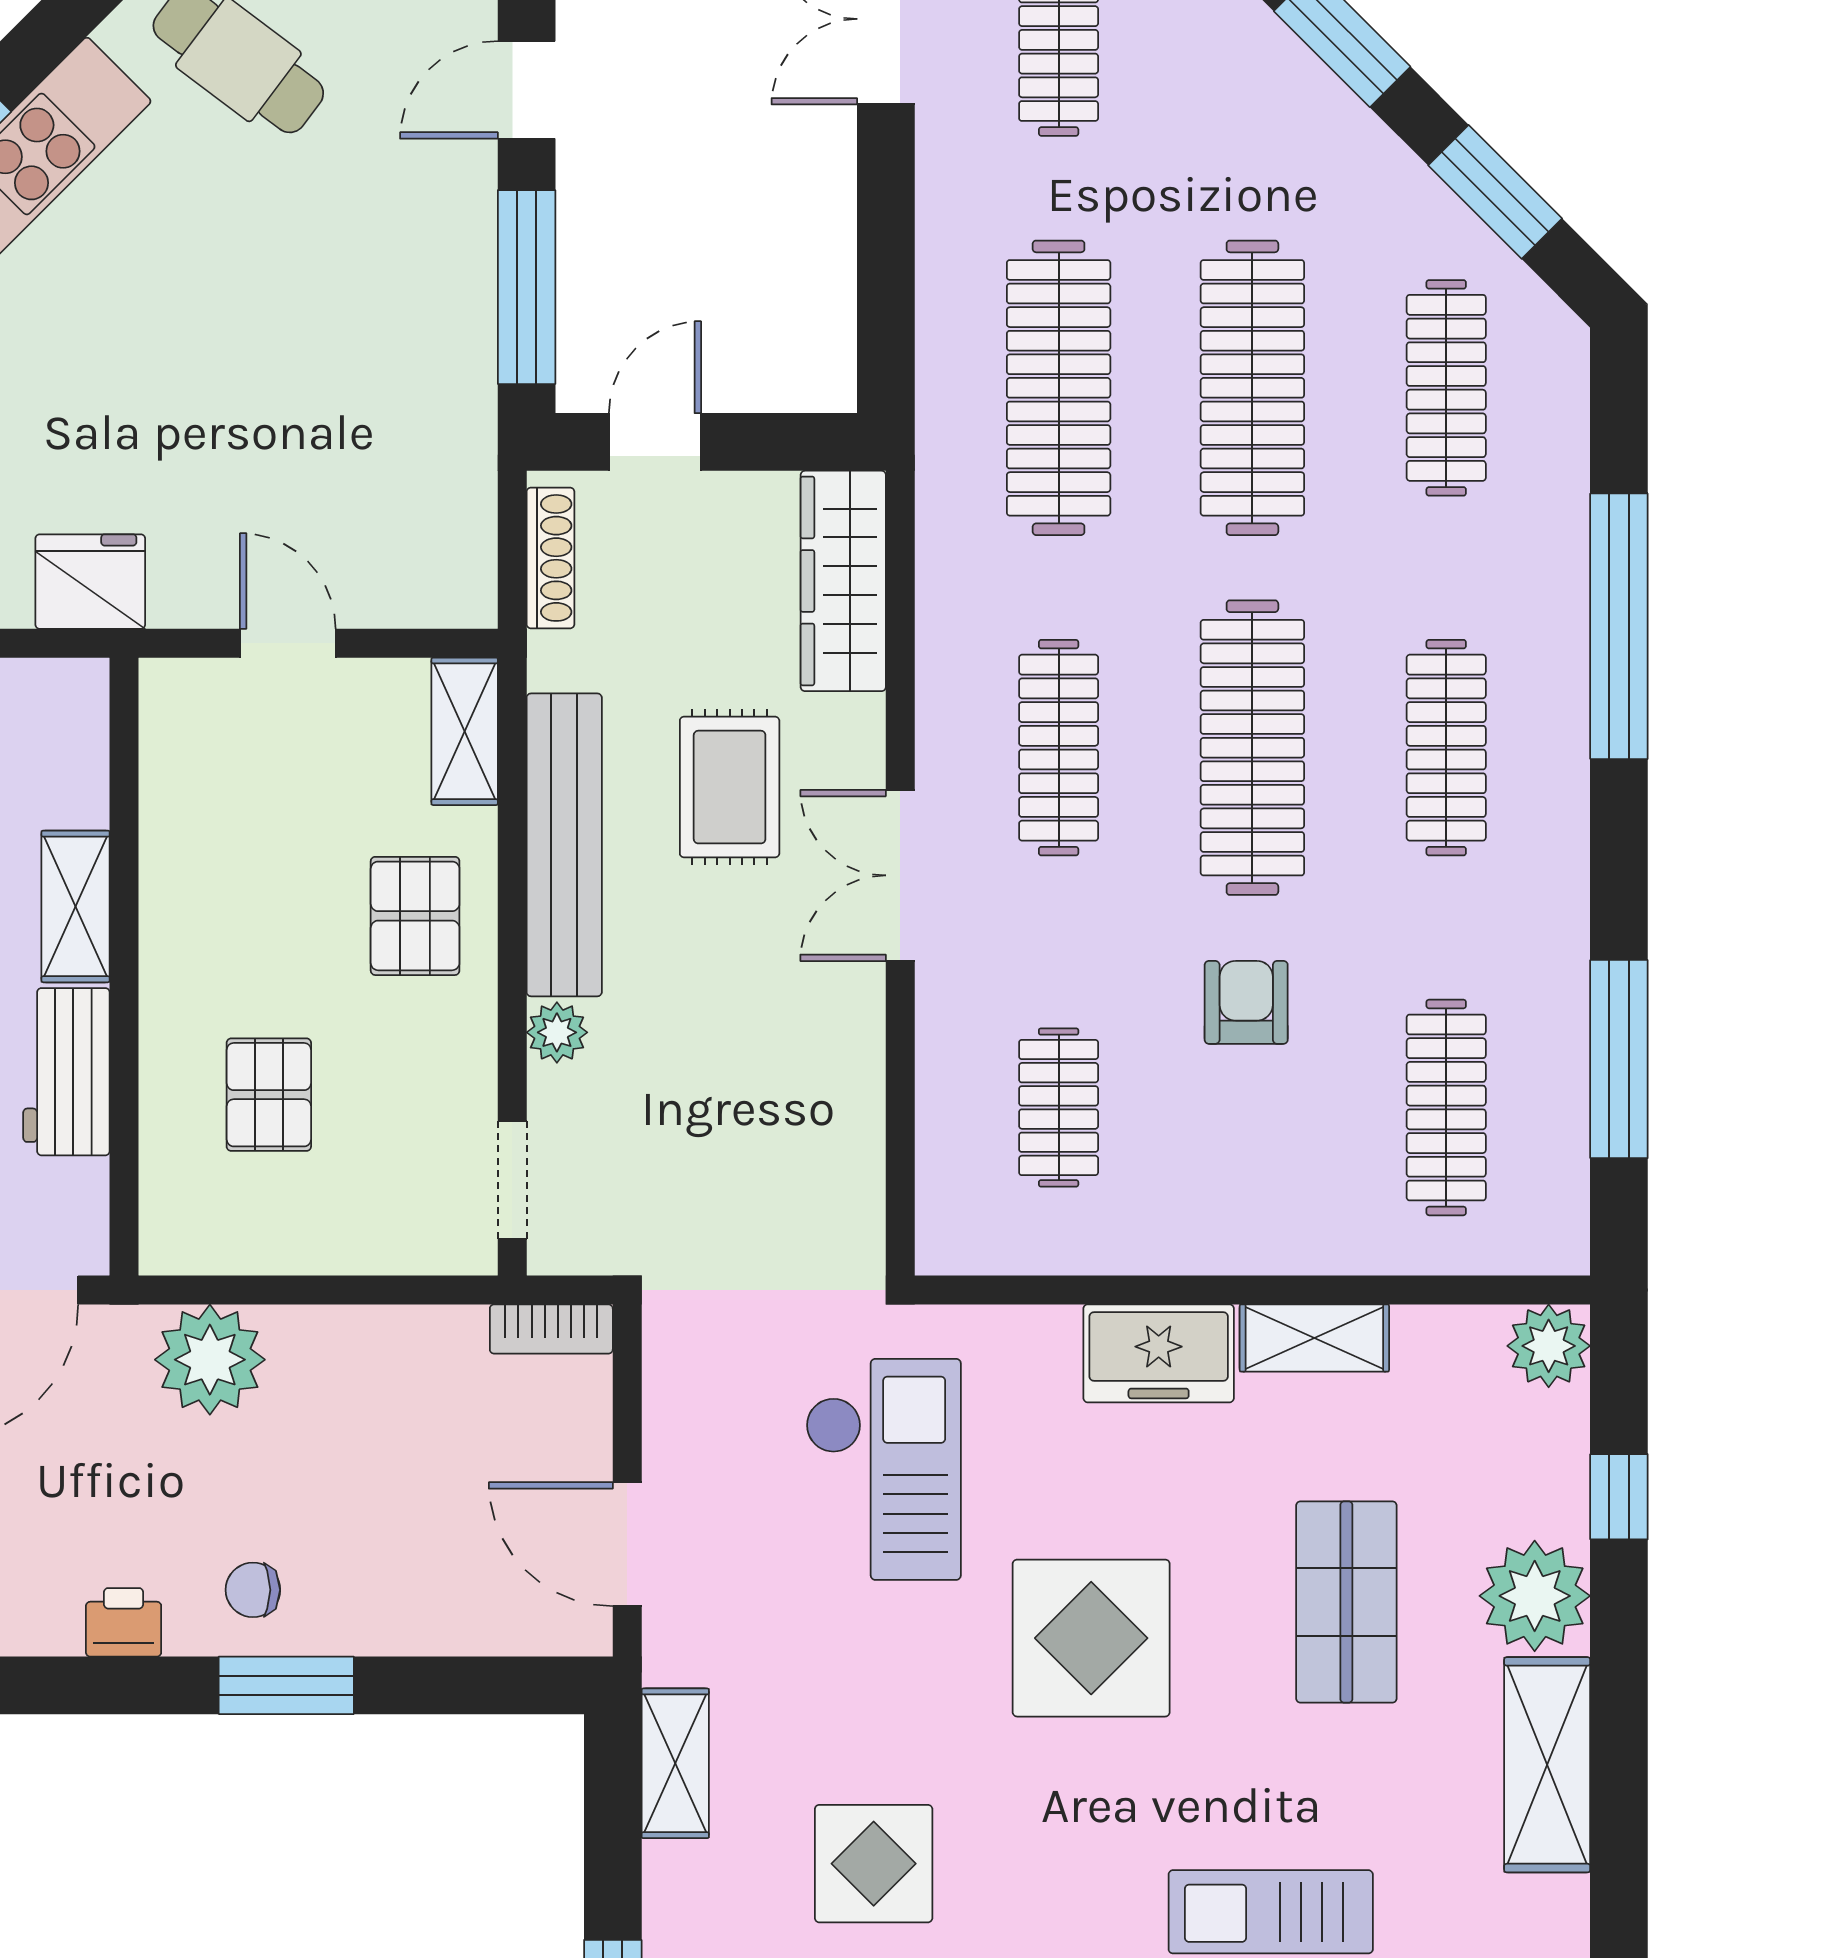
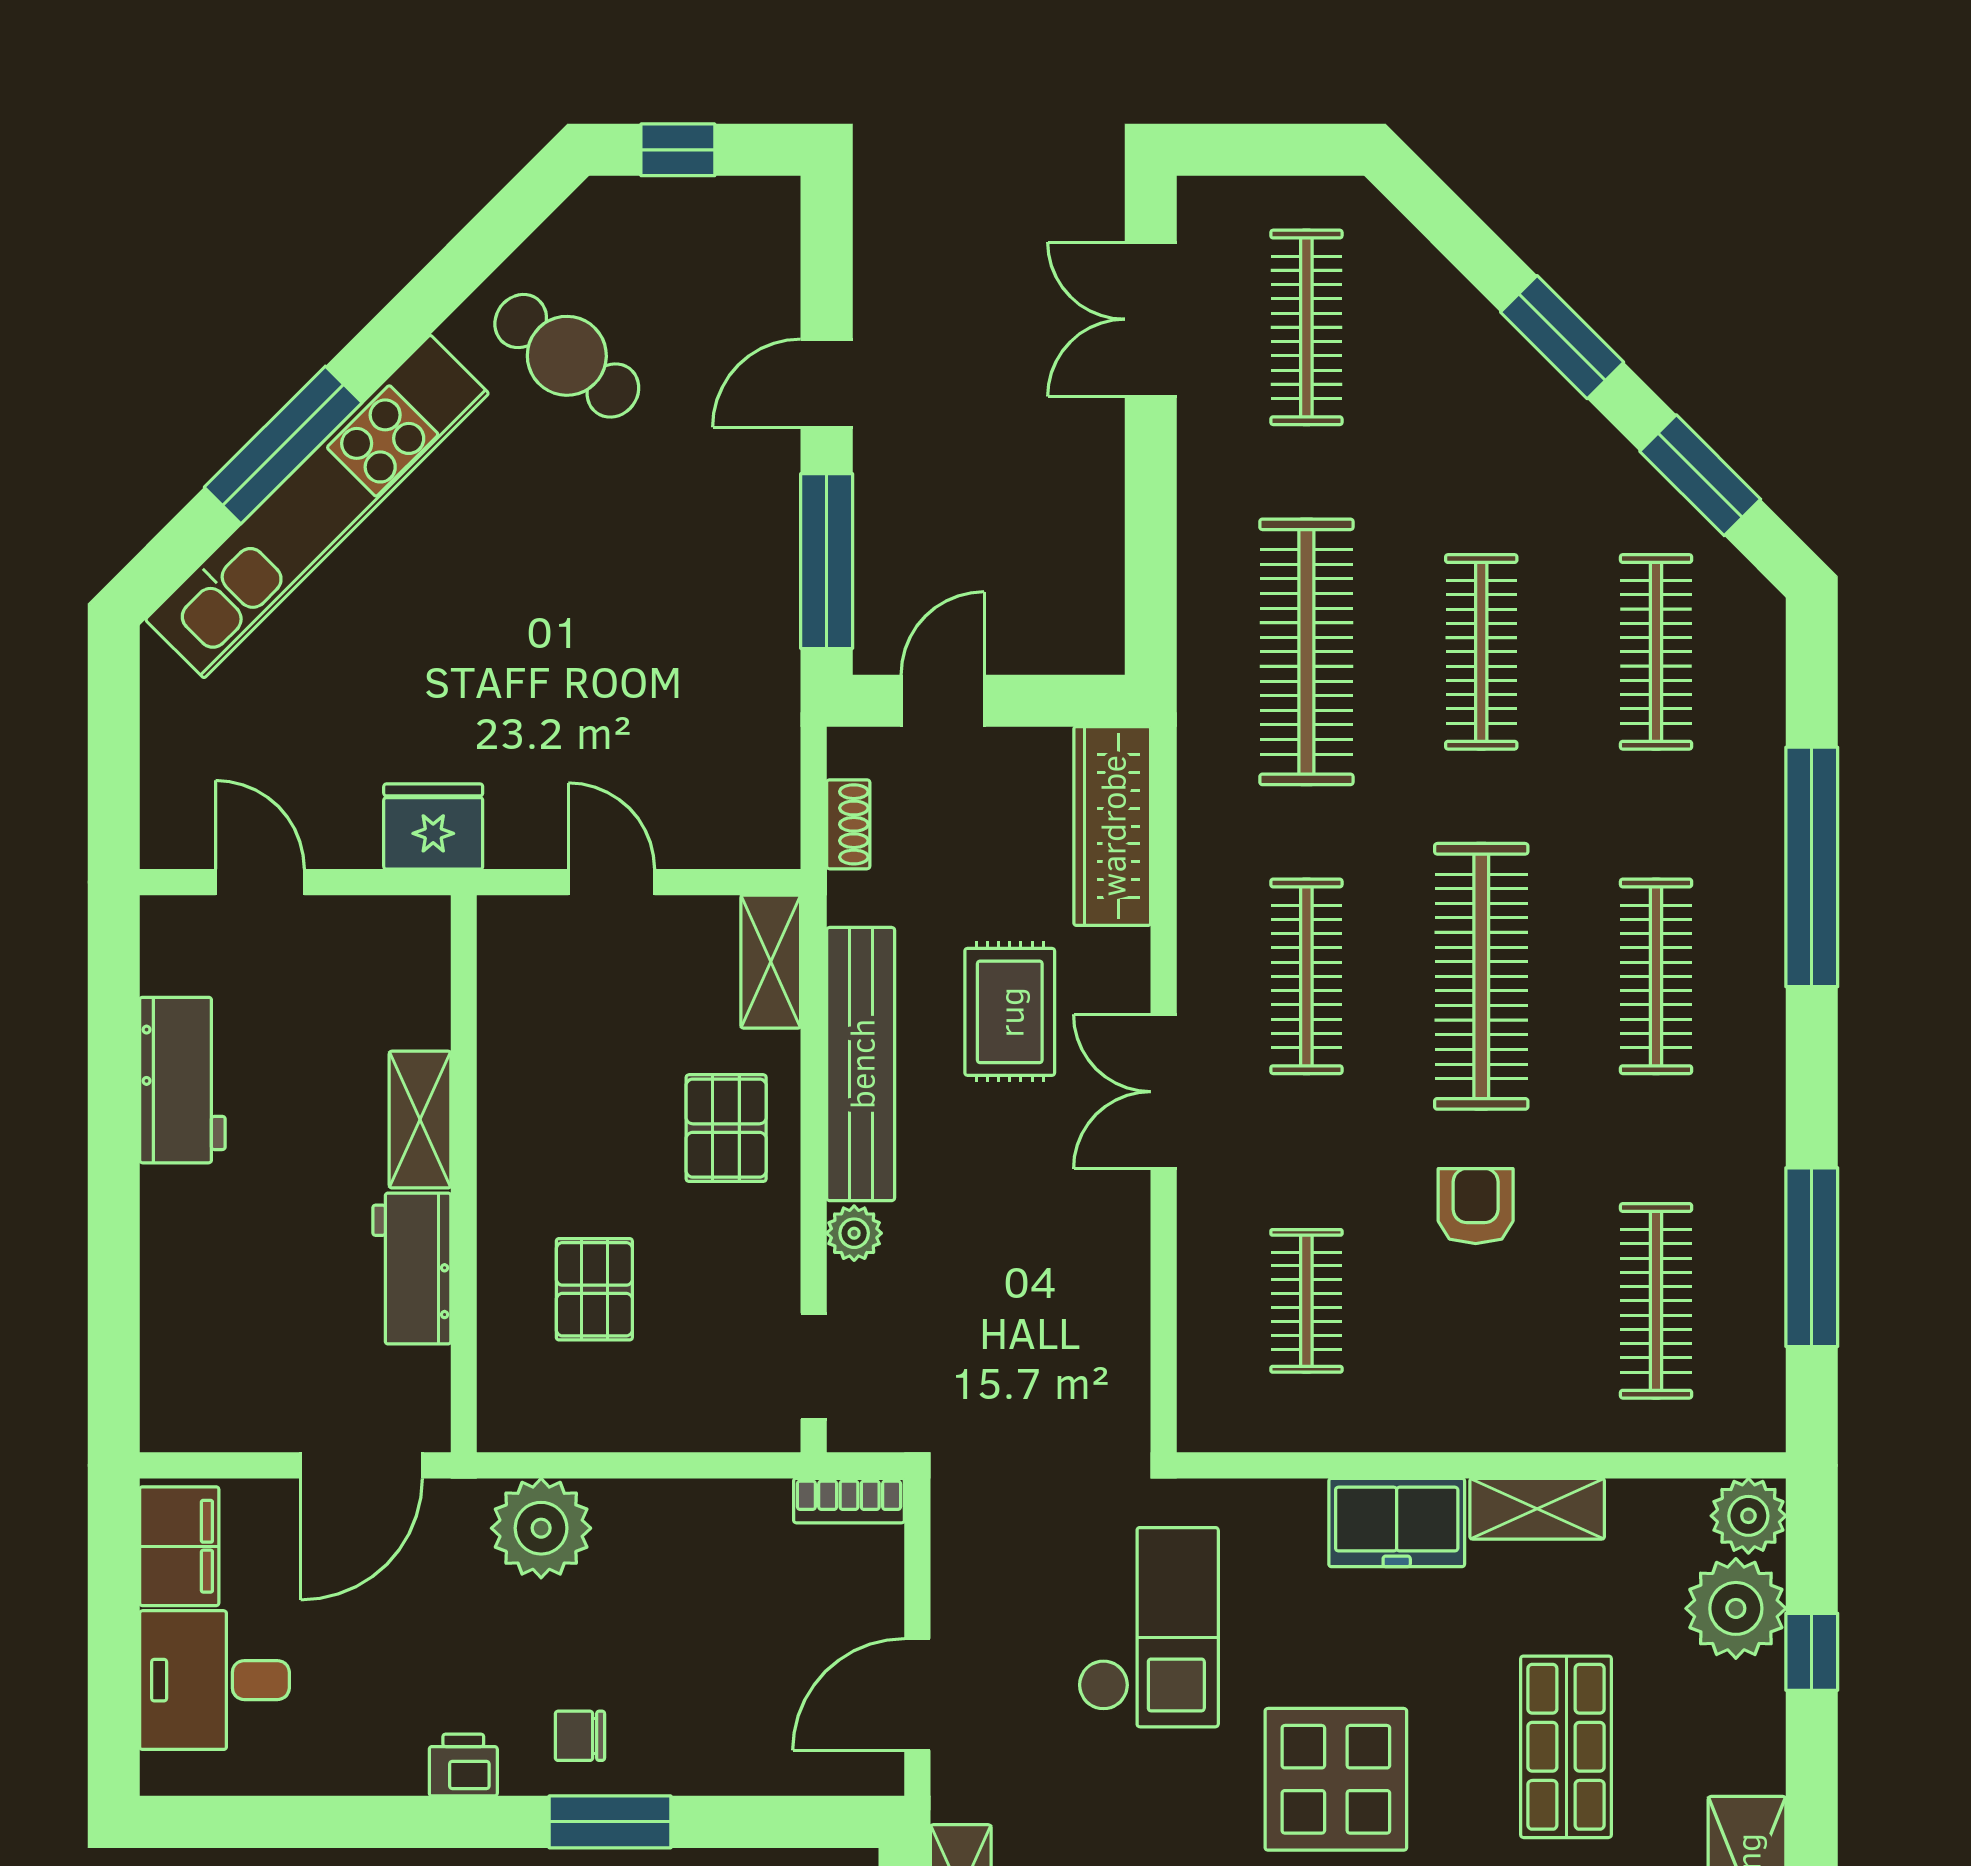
clothes rail: (1252, 388) -> (1481, 652), width x0.73, depth x0.76
shoe rack: (550, 558) -> (848, 824), width x0.70
door: (627, 1544) -> (917, 1695), hinge flipped
plant: (1535, 1596) -> (1736, 1608), moved

